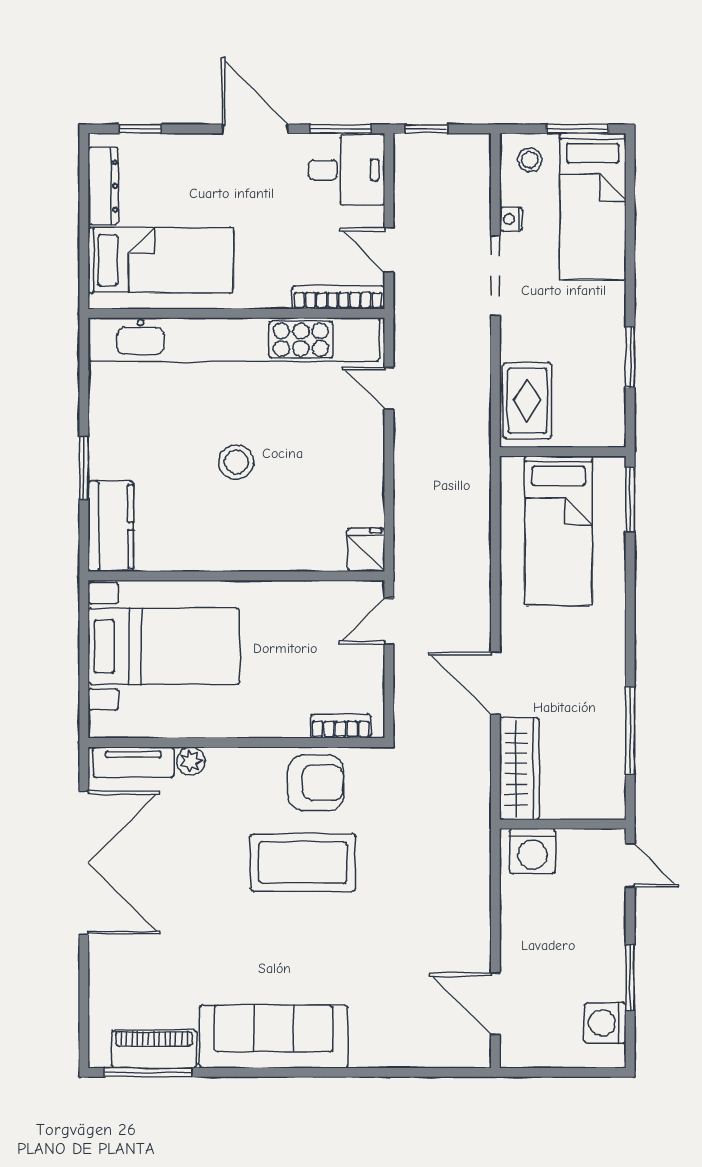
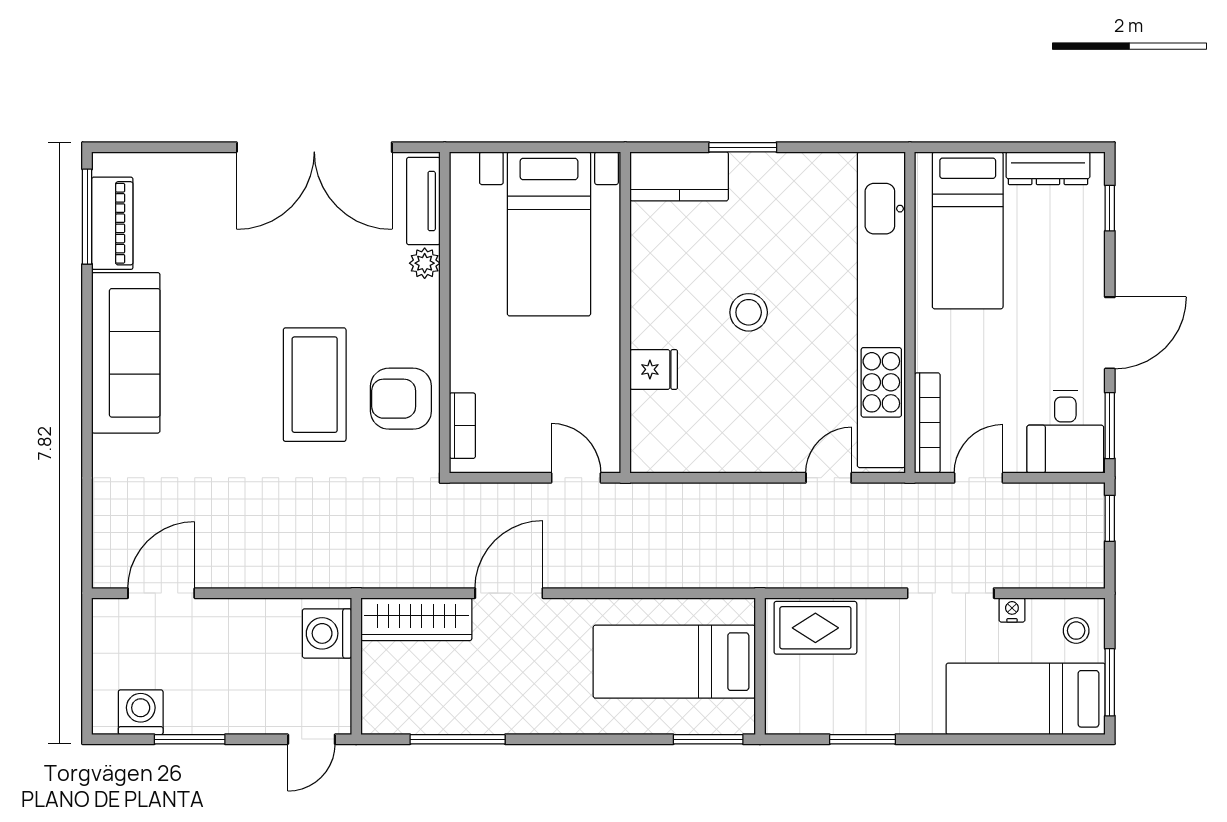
fridge: (366, 550) -> (654, 369), moved
armchair: (316, 783) -> (401, 399), turned 90

